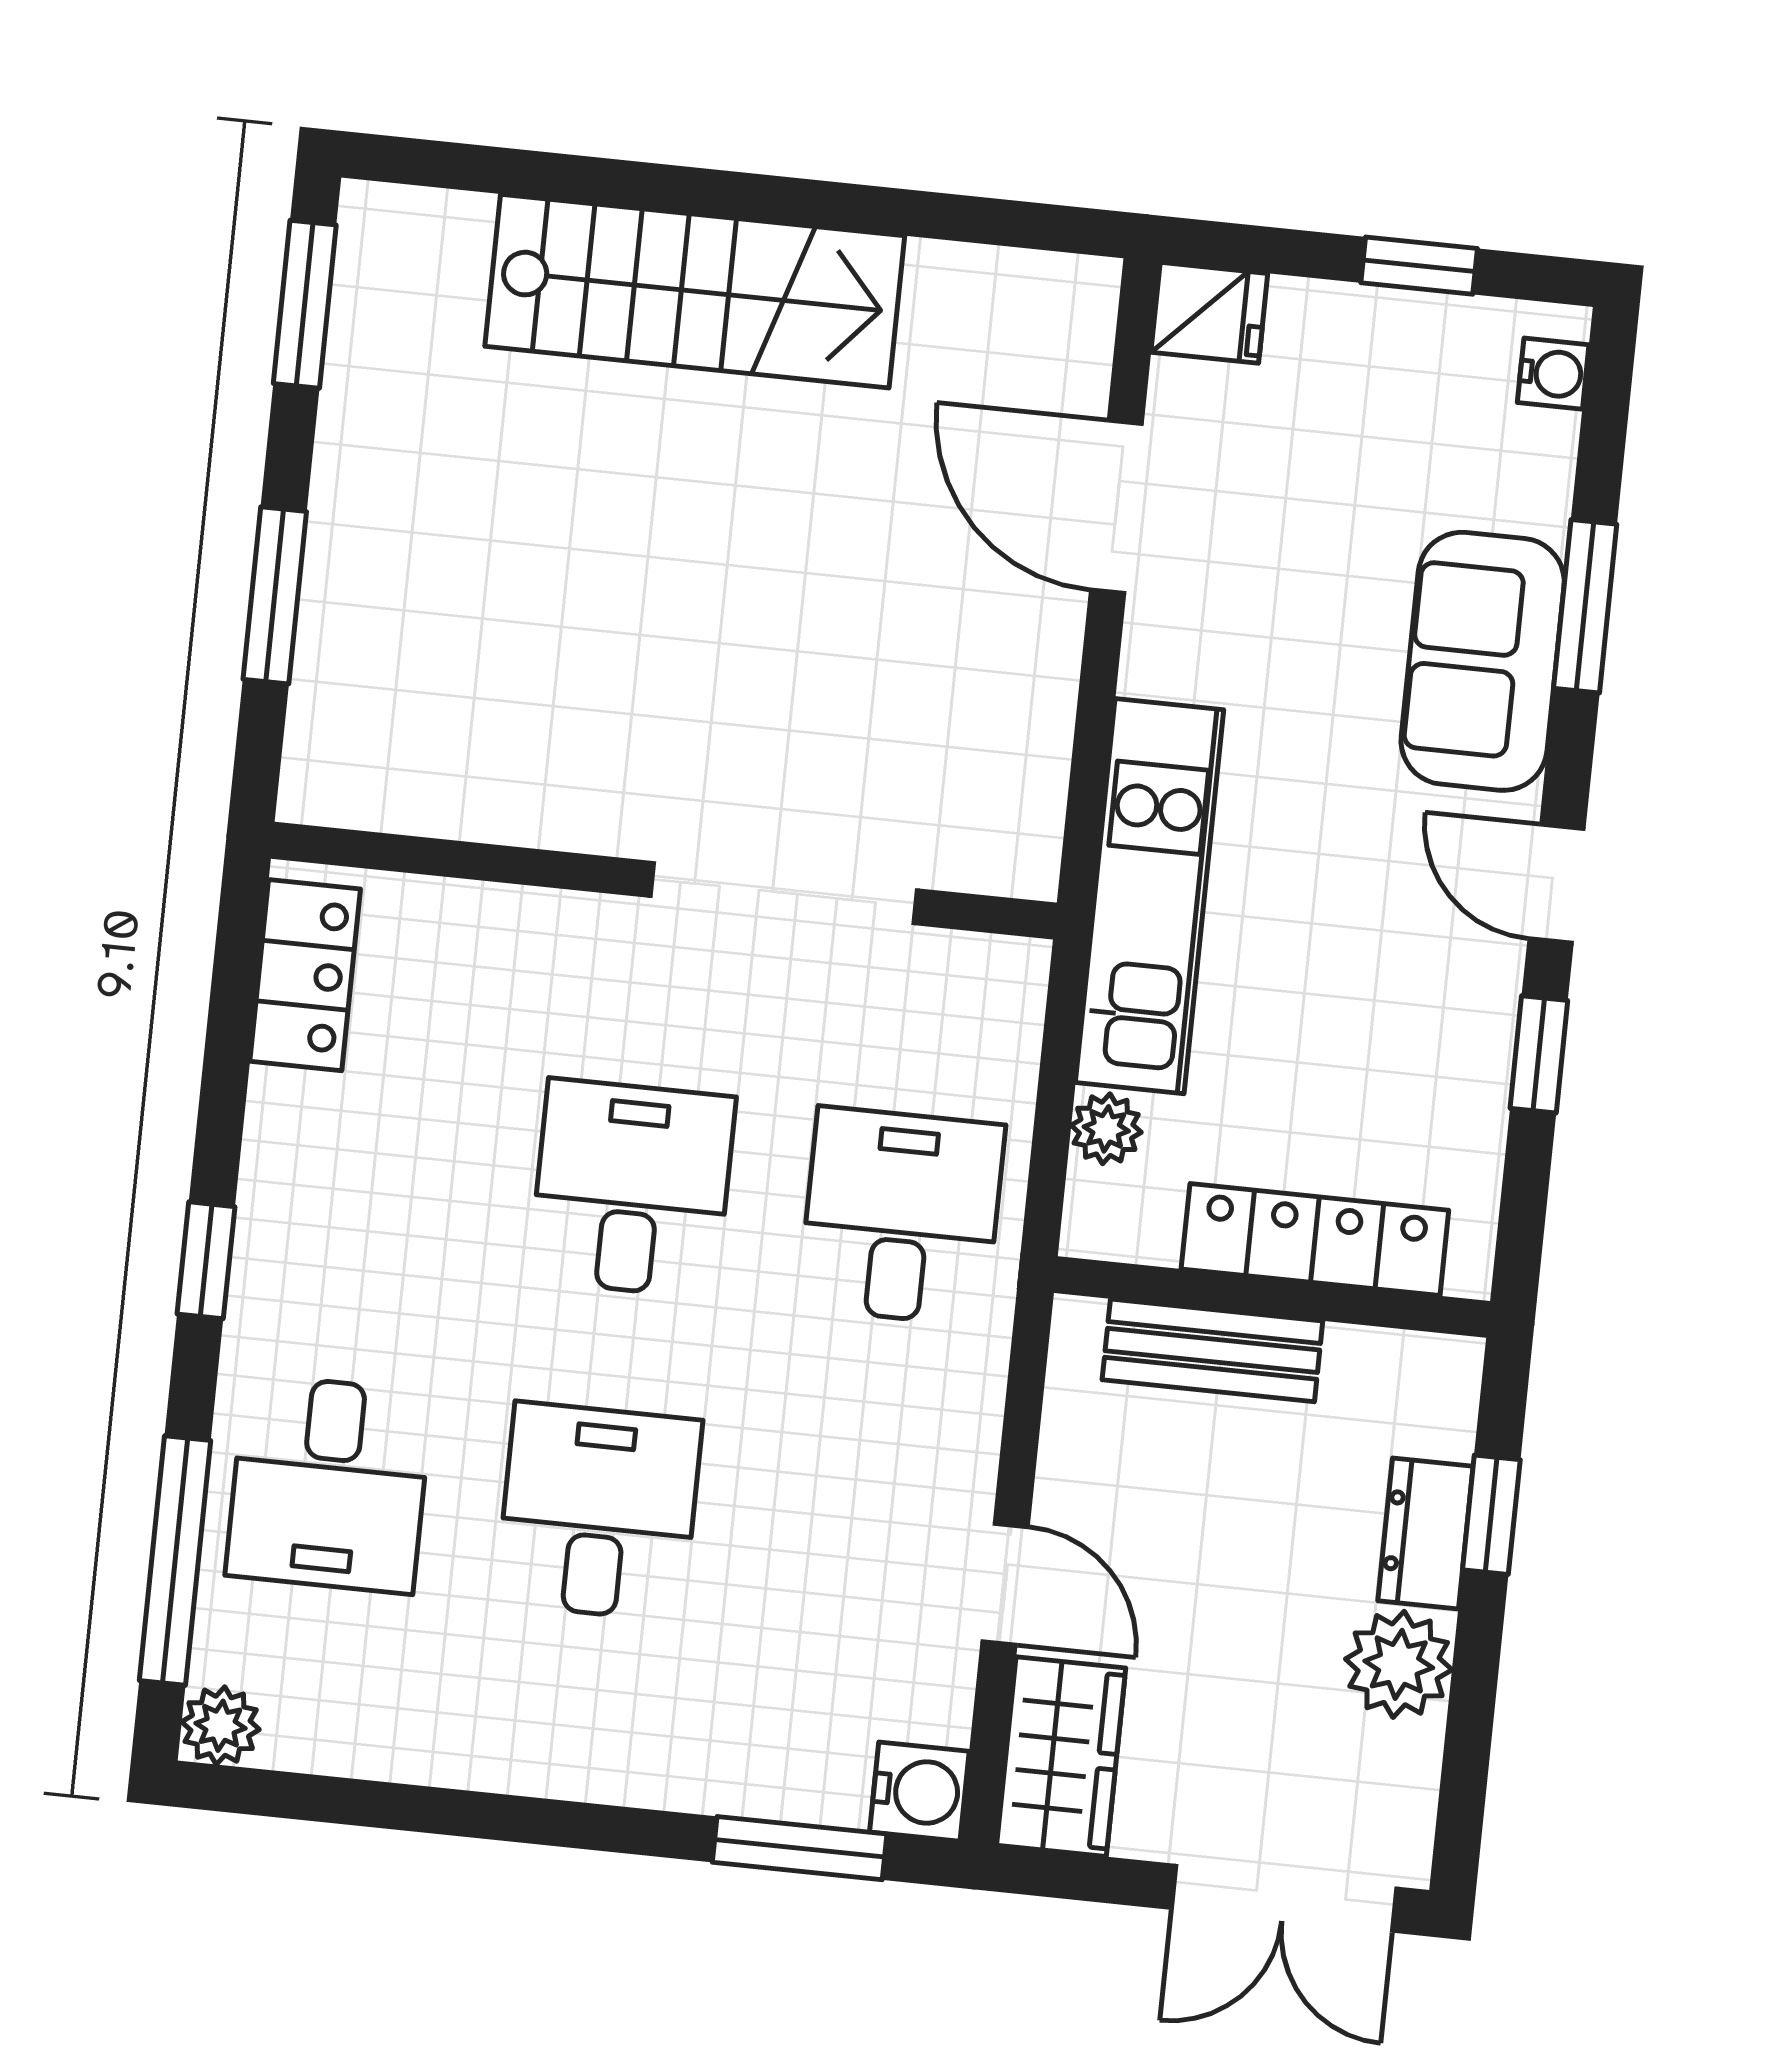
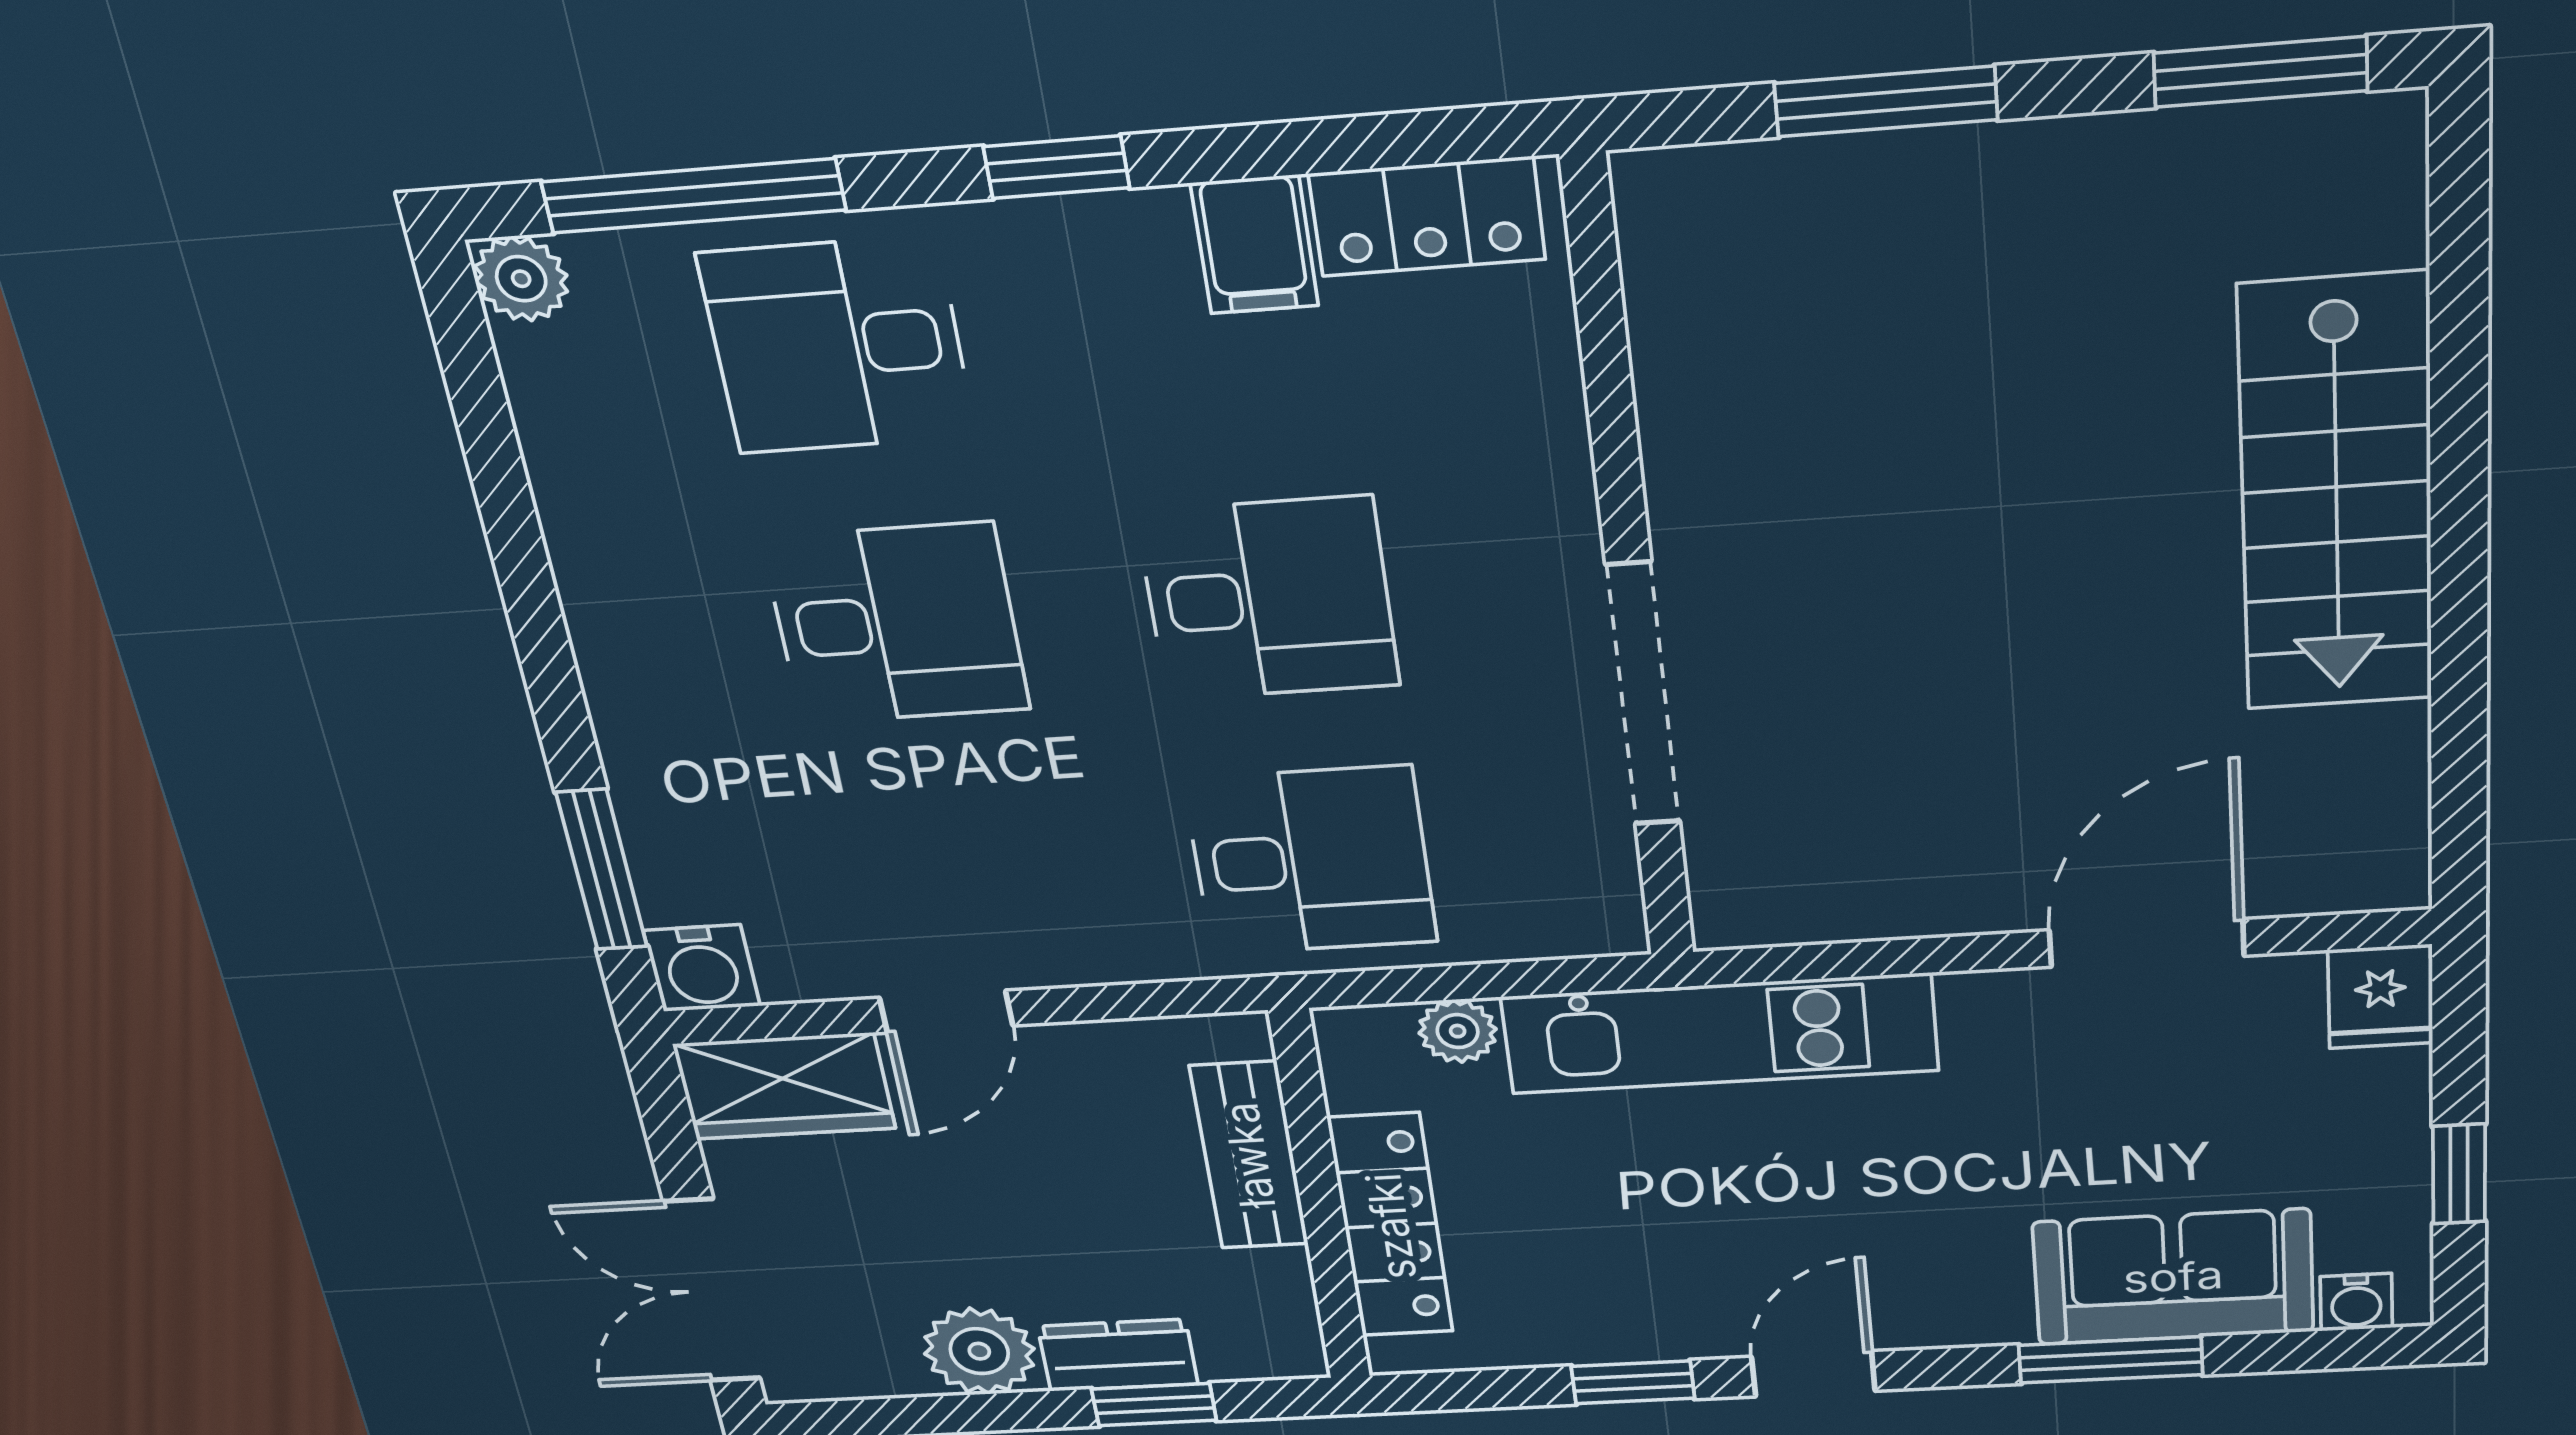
sofa: (1483, 661) -> (2173, 1277), moved
filing cabinet: (303, 1119) -> (1255, 245), added

